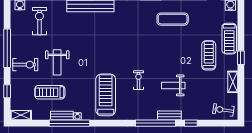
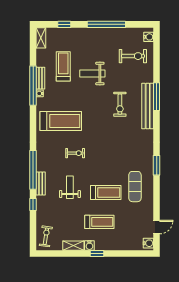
treadmill: (229, 39) -> (106, 192), moved, turned 180
exercise bike: (25, 65) -> (120, 104), moved
water cooler: (233, 65) -> (89, 246), added

